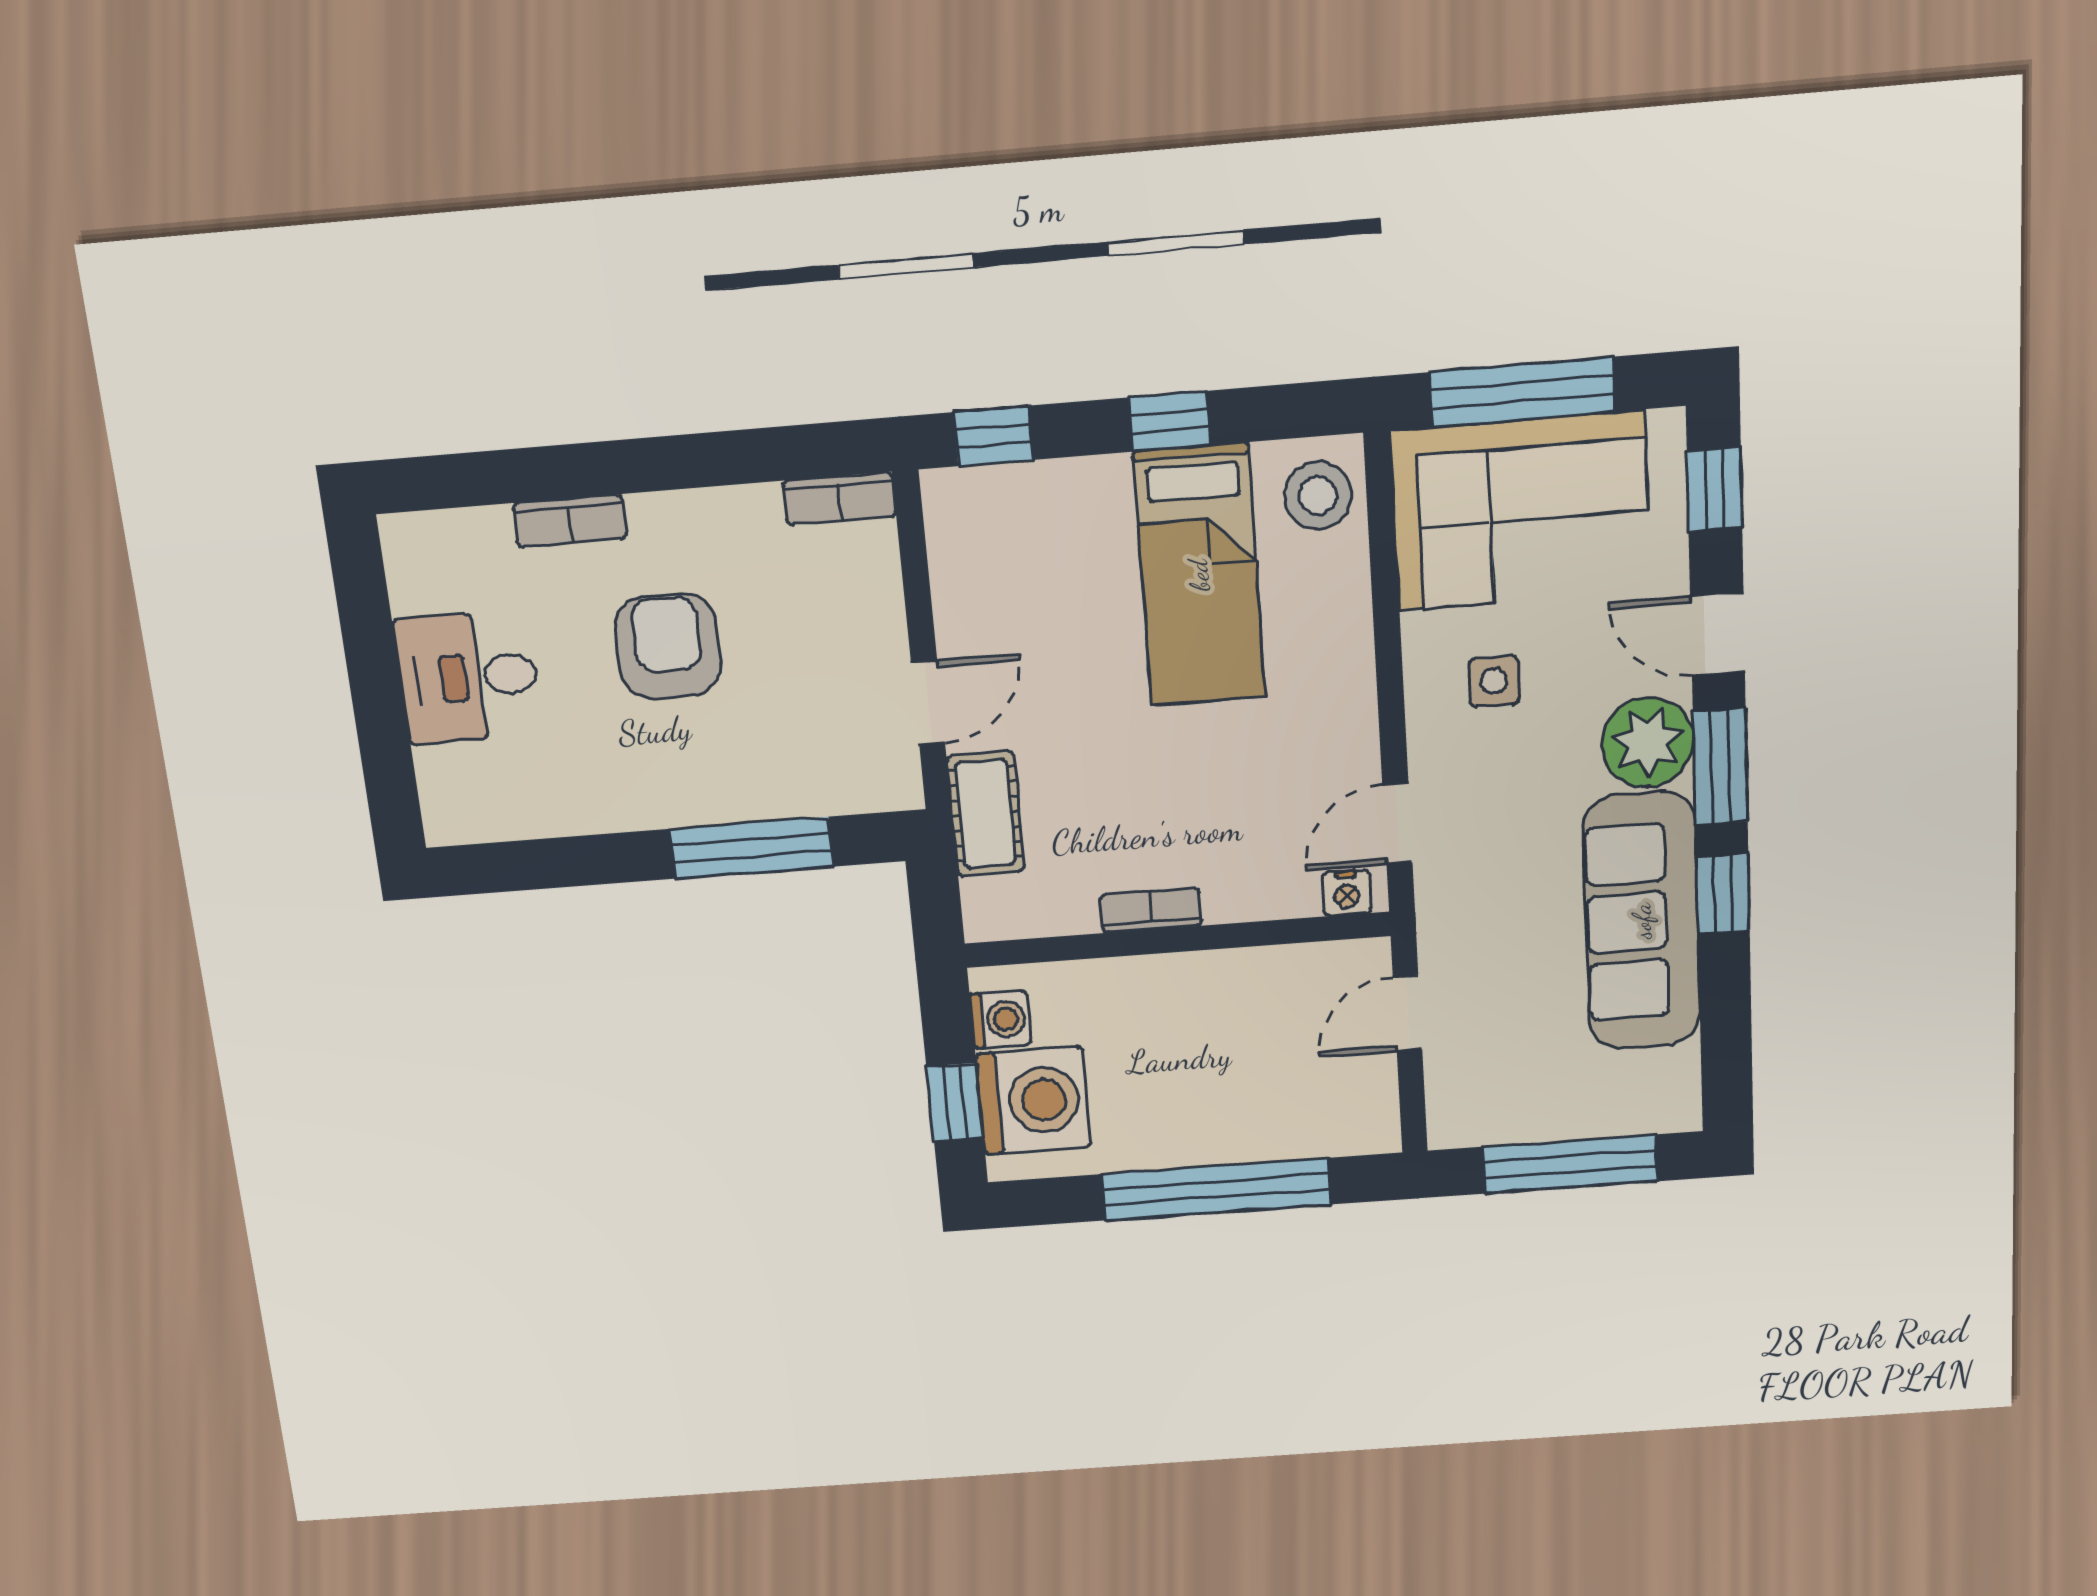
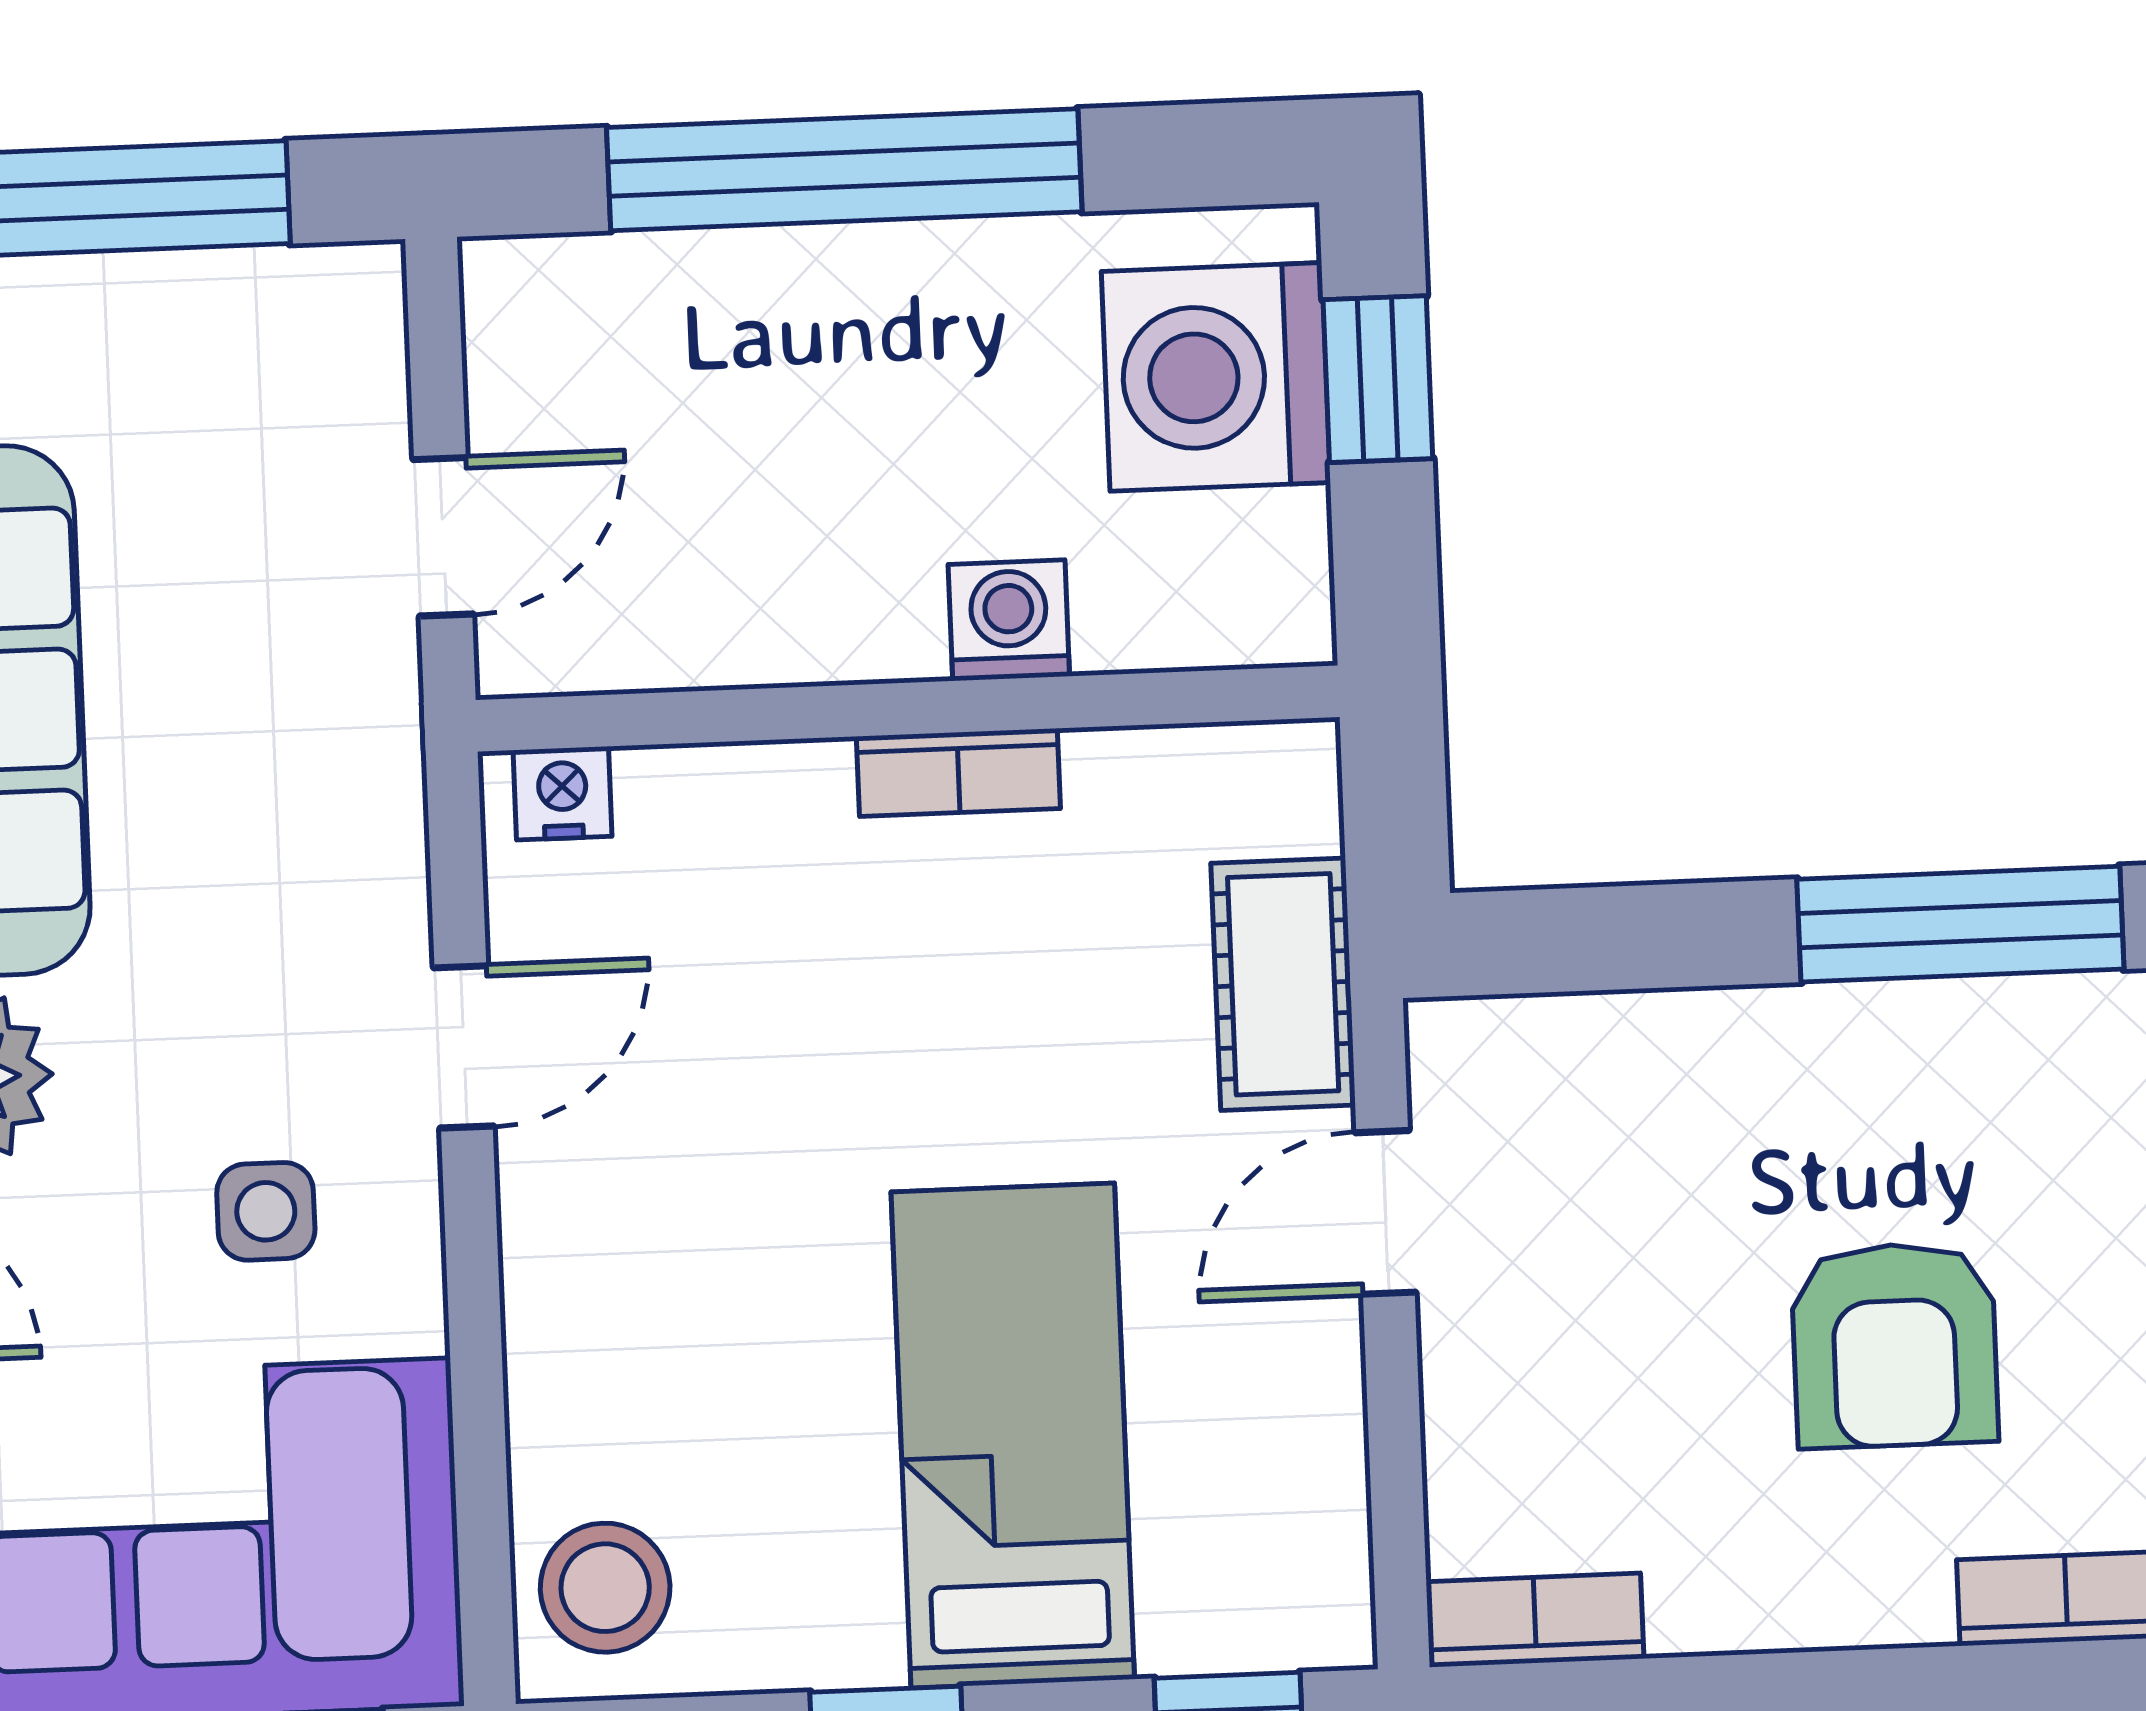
bed: (1199, 575) -> (1013, 1436), moved
door: (1397, 824) -> (464, 1047), moved
window: (752, 848) -> (1960, 924), moved
washing machine: (1001, 1019) -> (1009, 620), moved, turned 90

